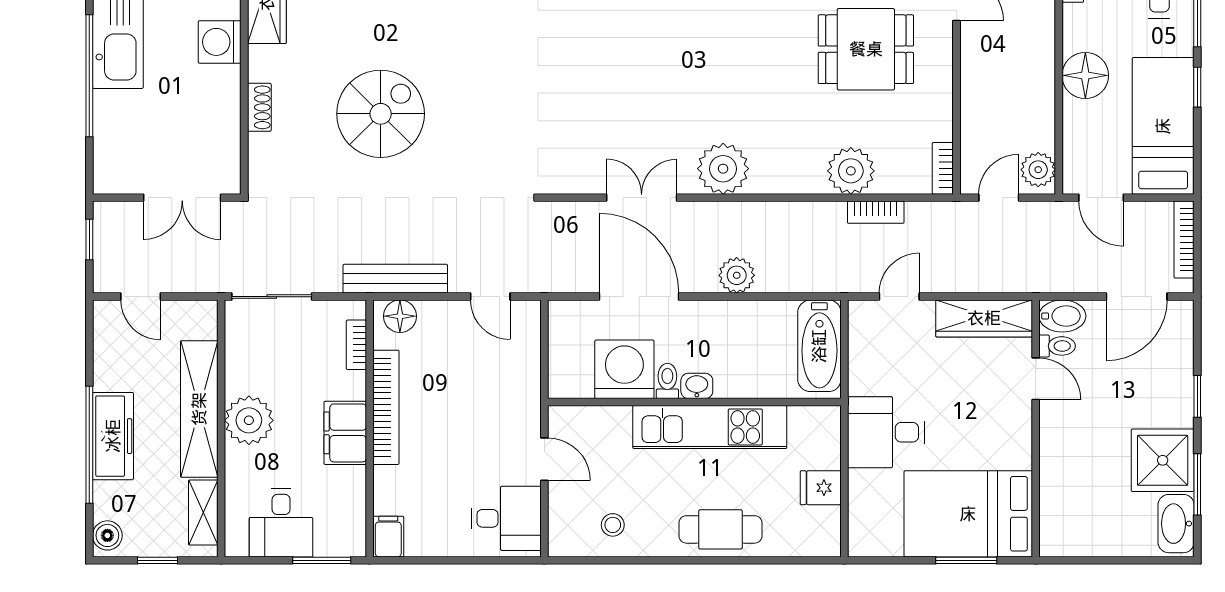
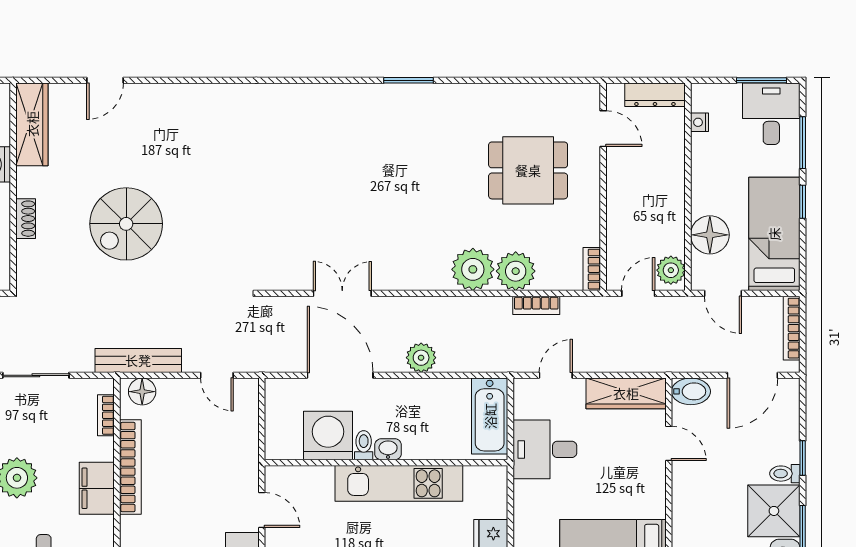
floor lamp: (1085, 75) -> (710, 235), moved
spiral stairs: (381, 114) -> (126, 224), turned 180
plant: (723, 169) -> (473, 269), moved
toilet: (1057, 346) -> (785, 474), moved, turned 180
desk: (886, 432) -> (545, 449), moved

